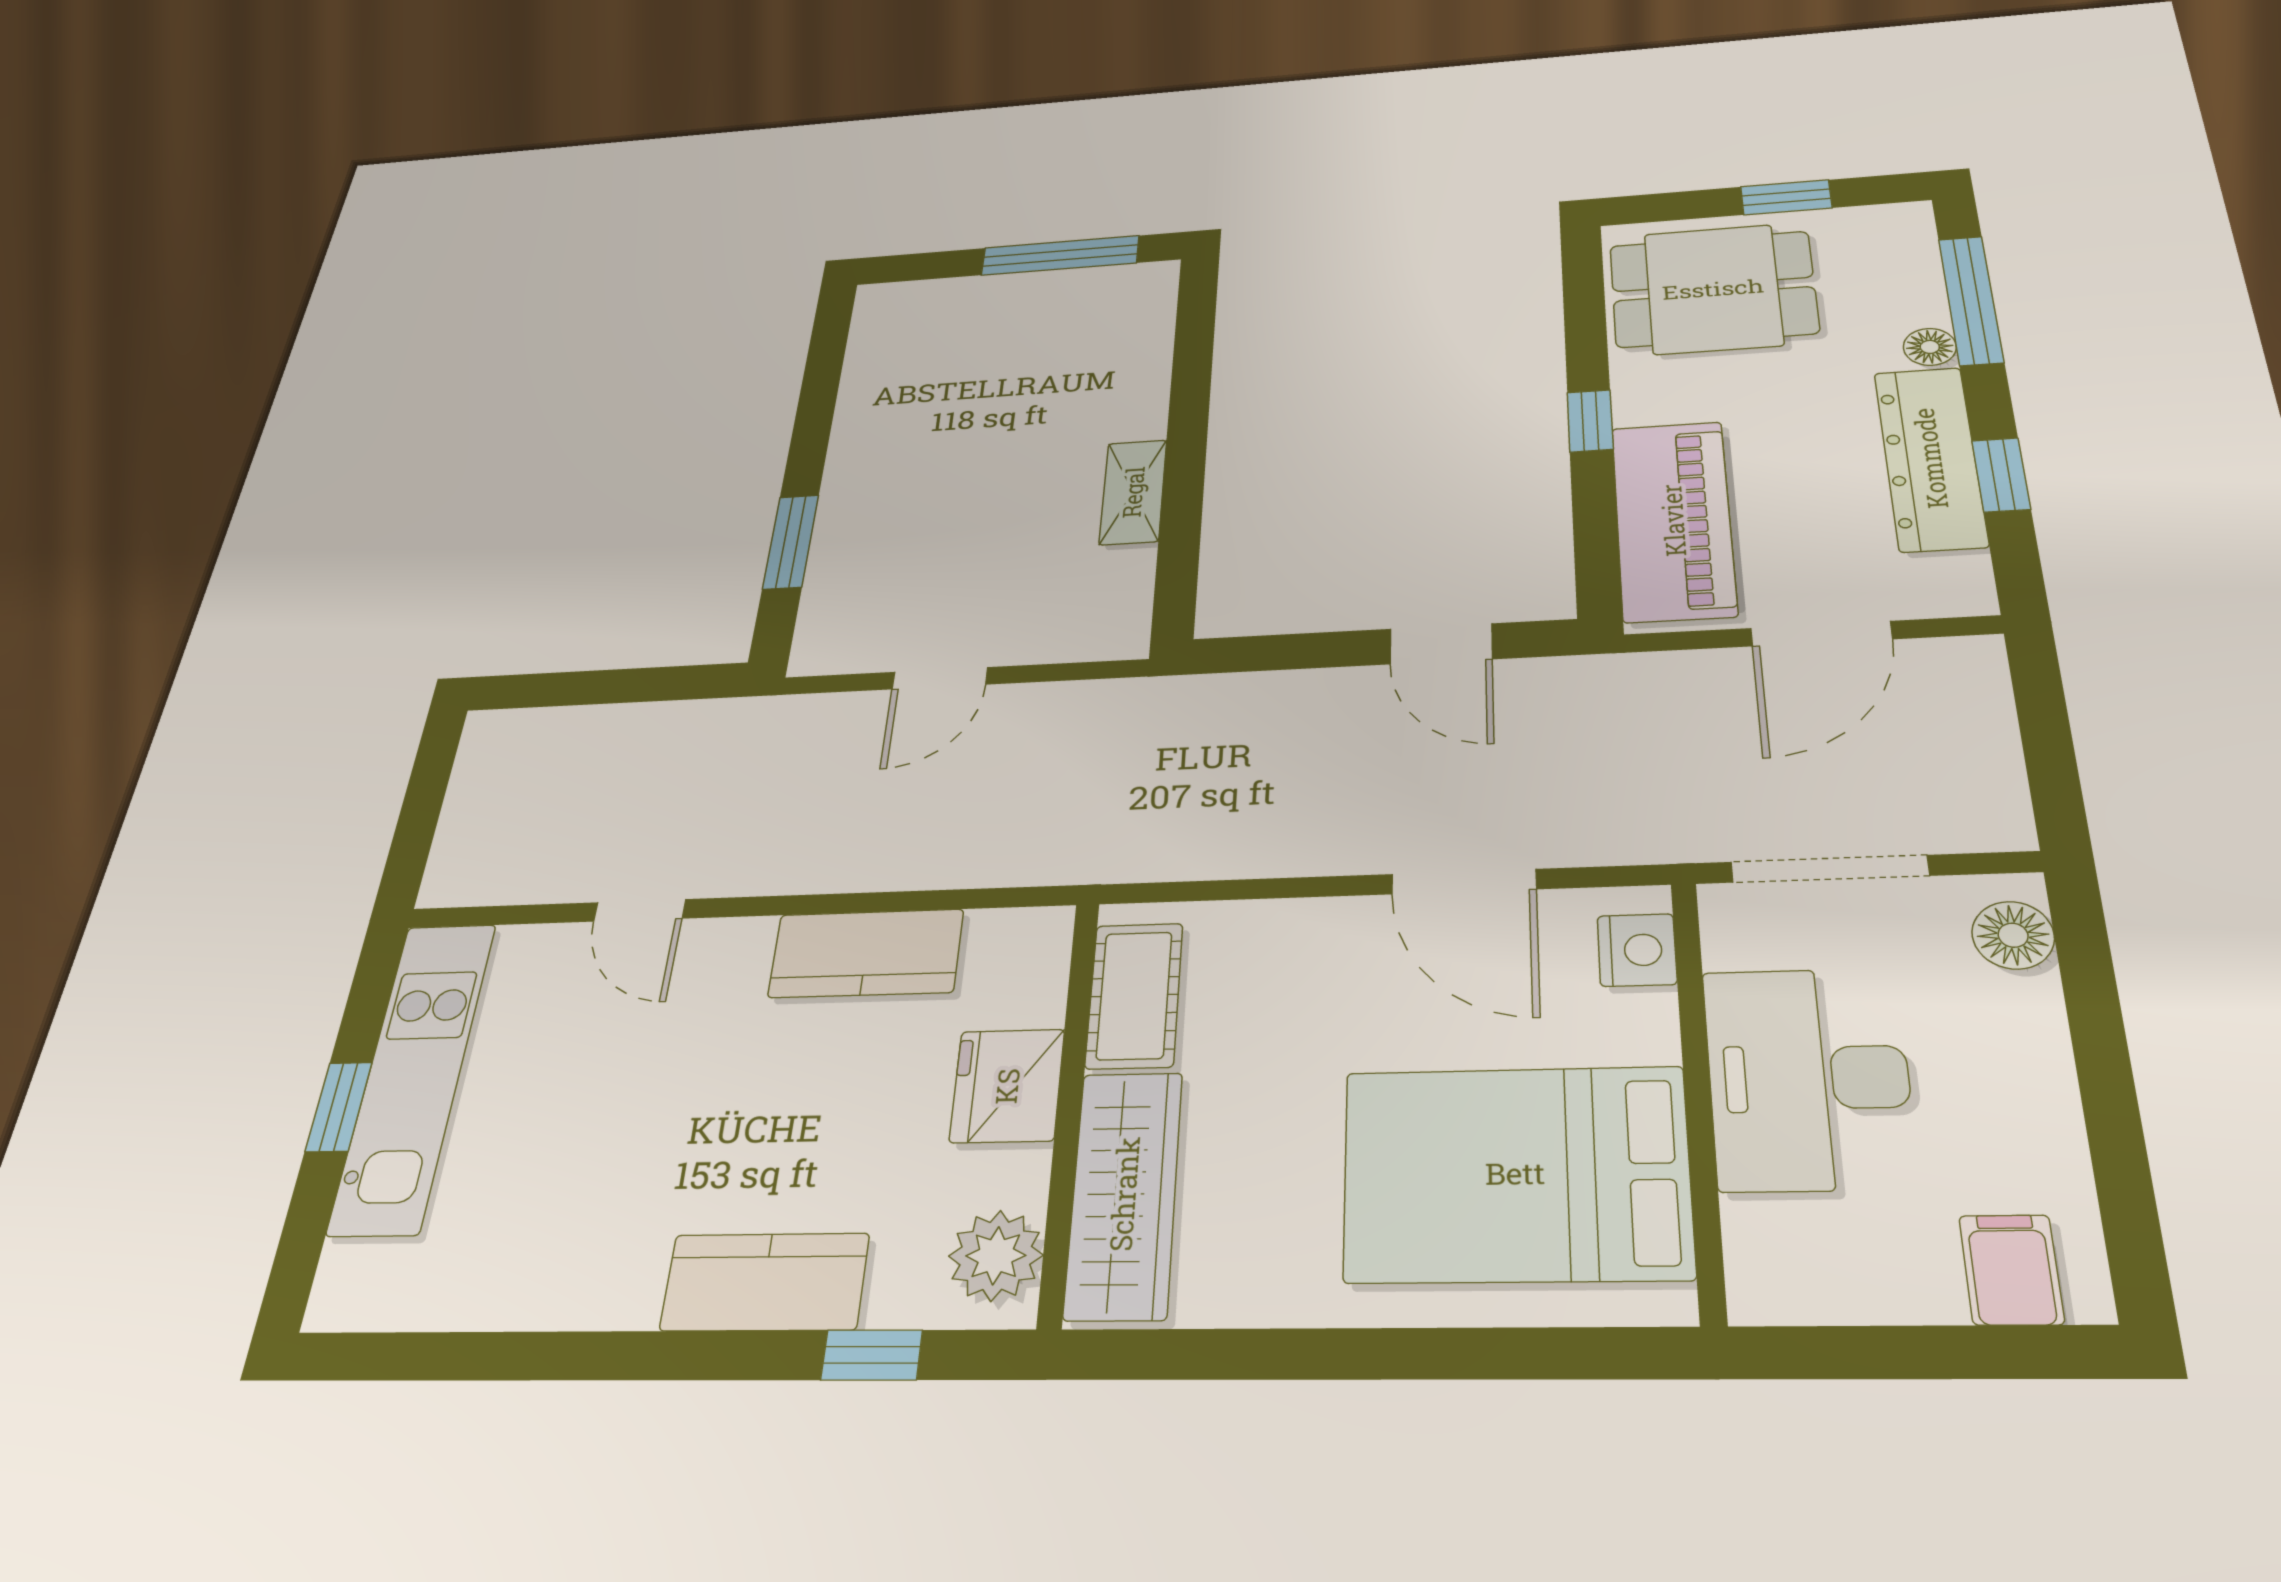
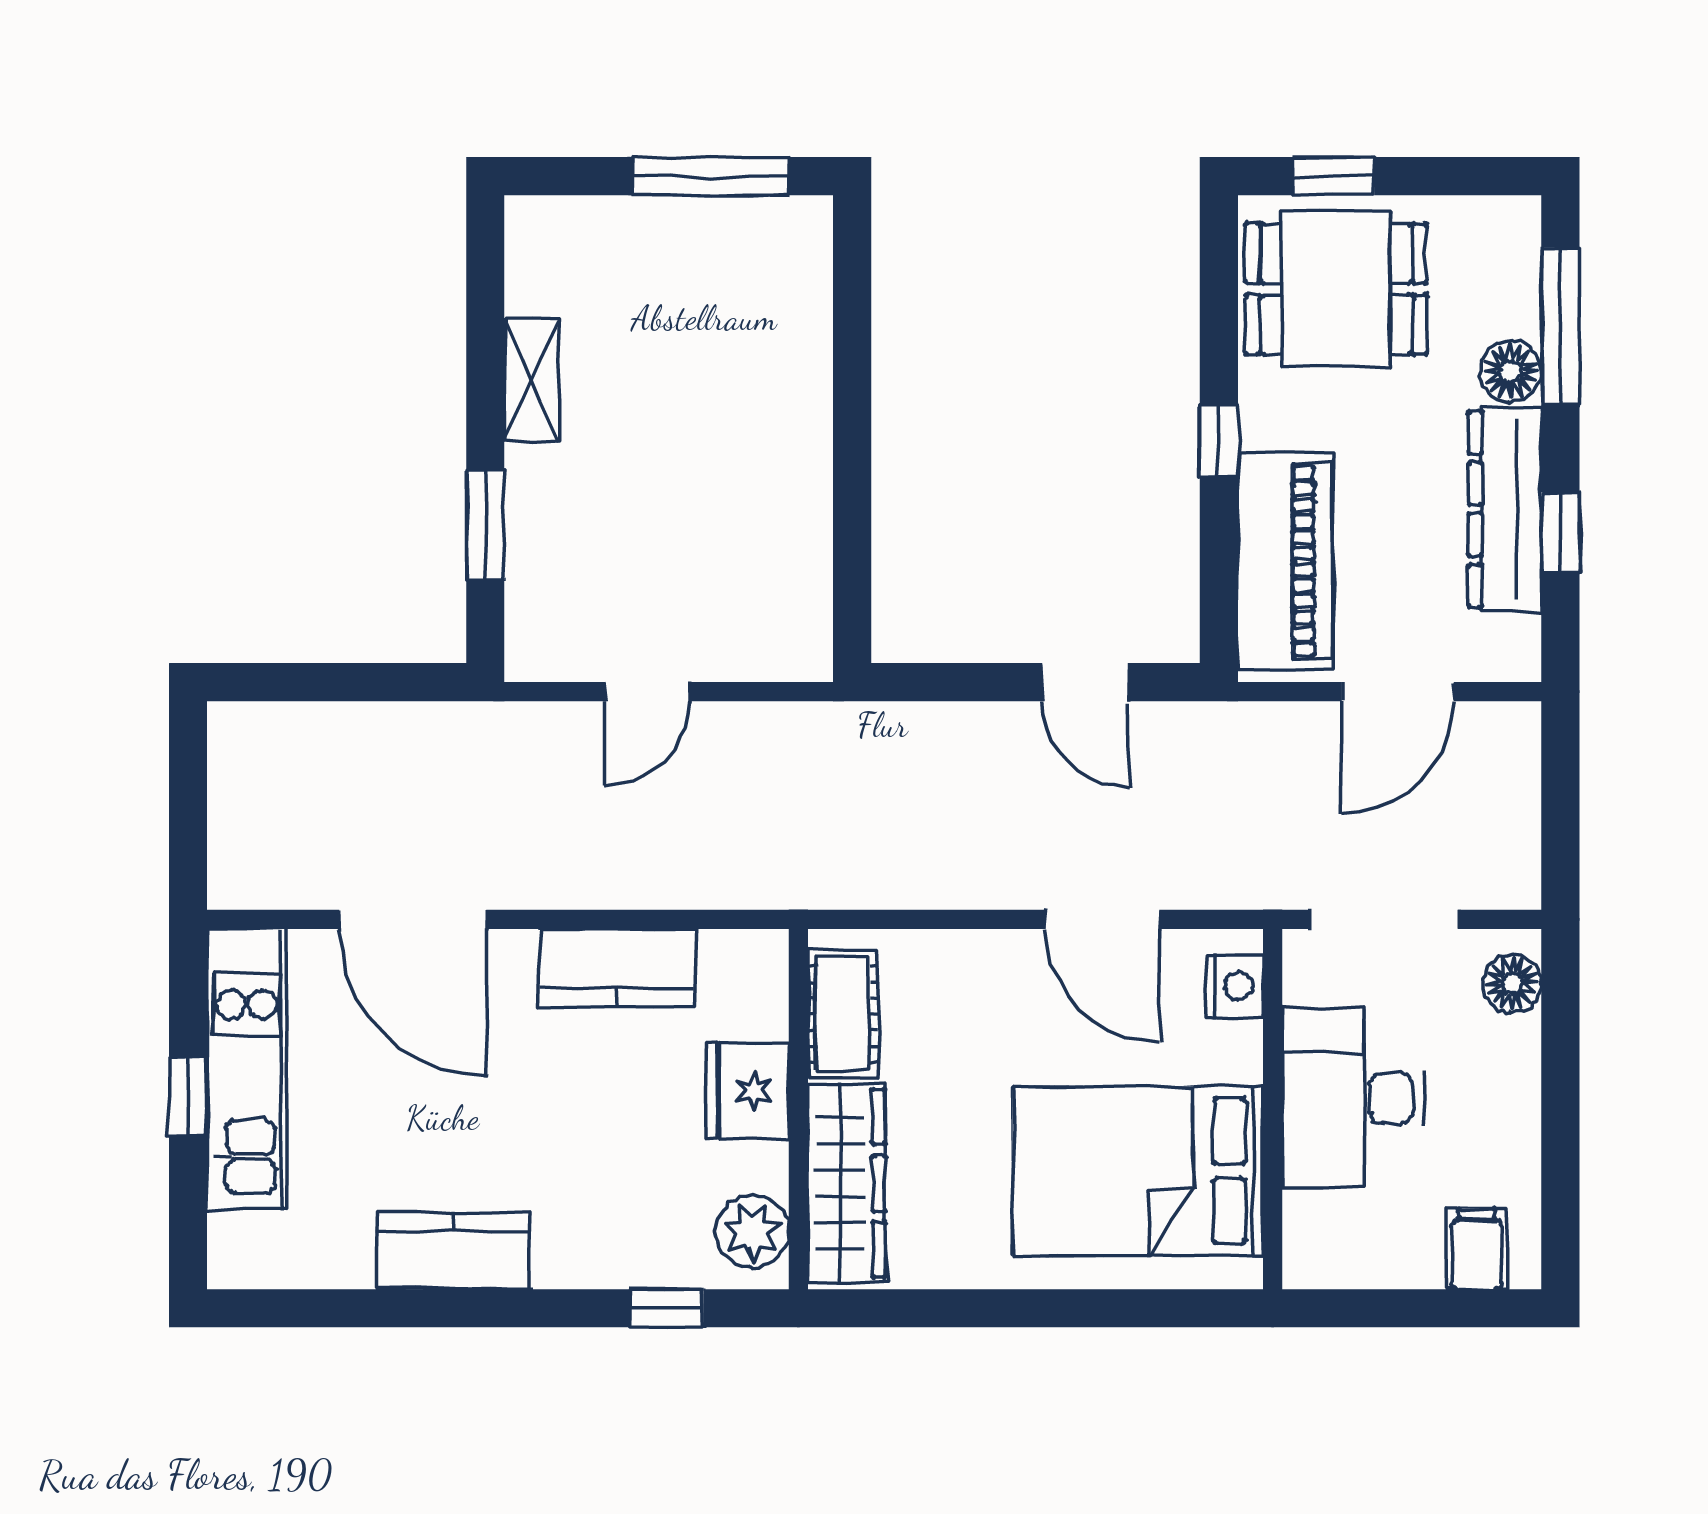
window: (1786, 197) -> (1333, 176), moved
floor lamp: (1930, 347) -> (1511, 371), width x1.37, depth x1.37
shelving: (1133, 492) -> (532, 380), moved
door: (640, 910) -> (413, 919), width x1.87
kitchen counter: (765, 1282) -> (454, 1251), moved

